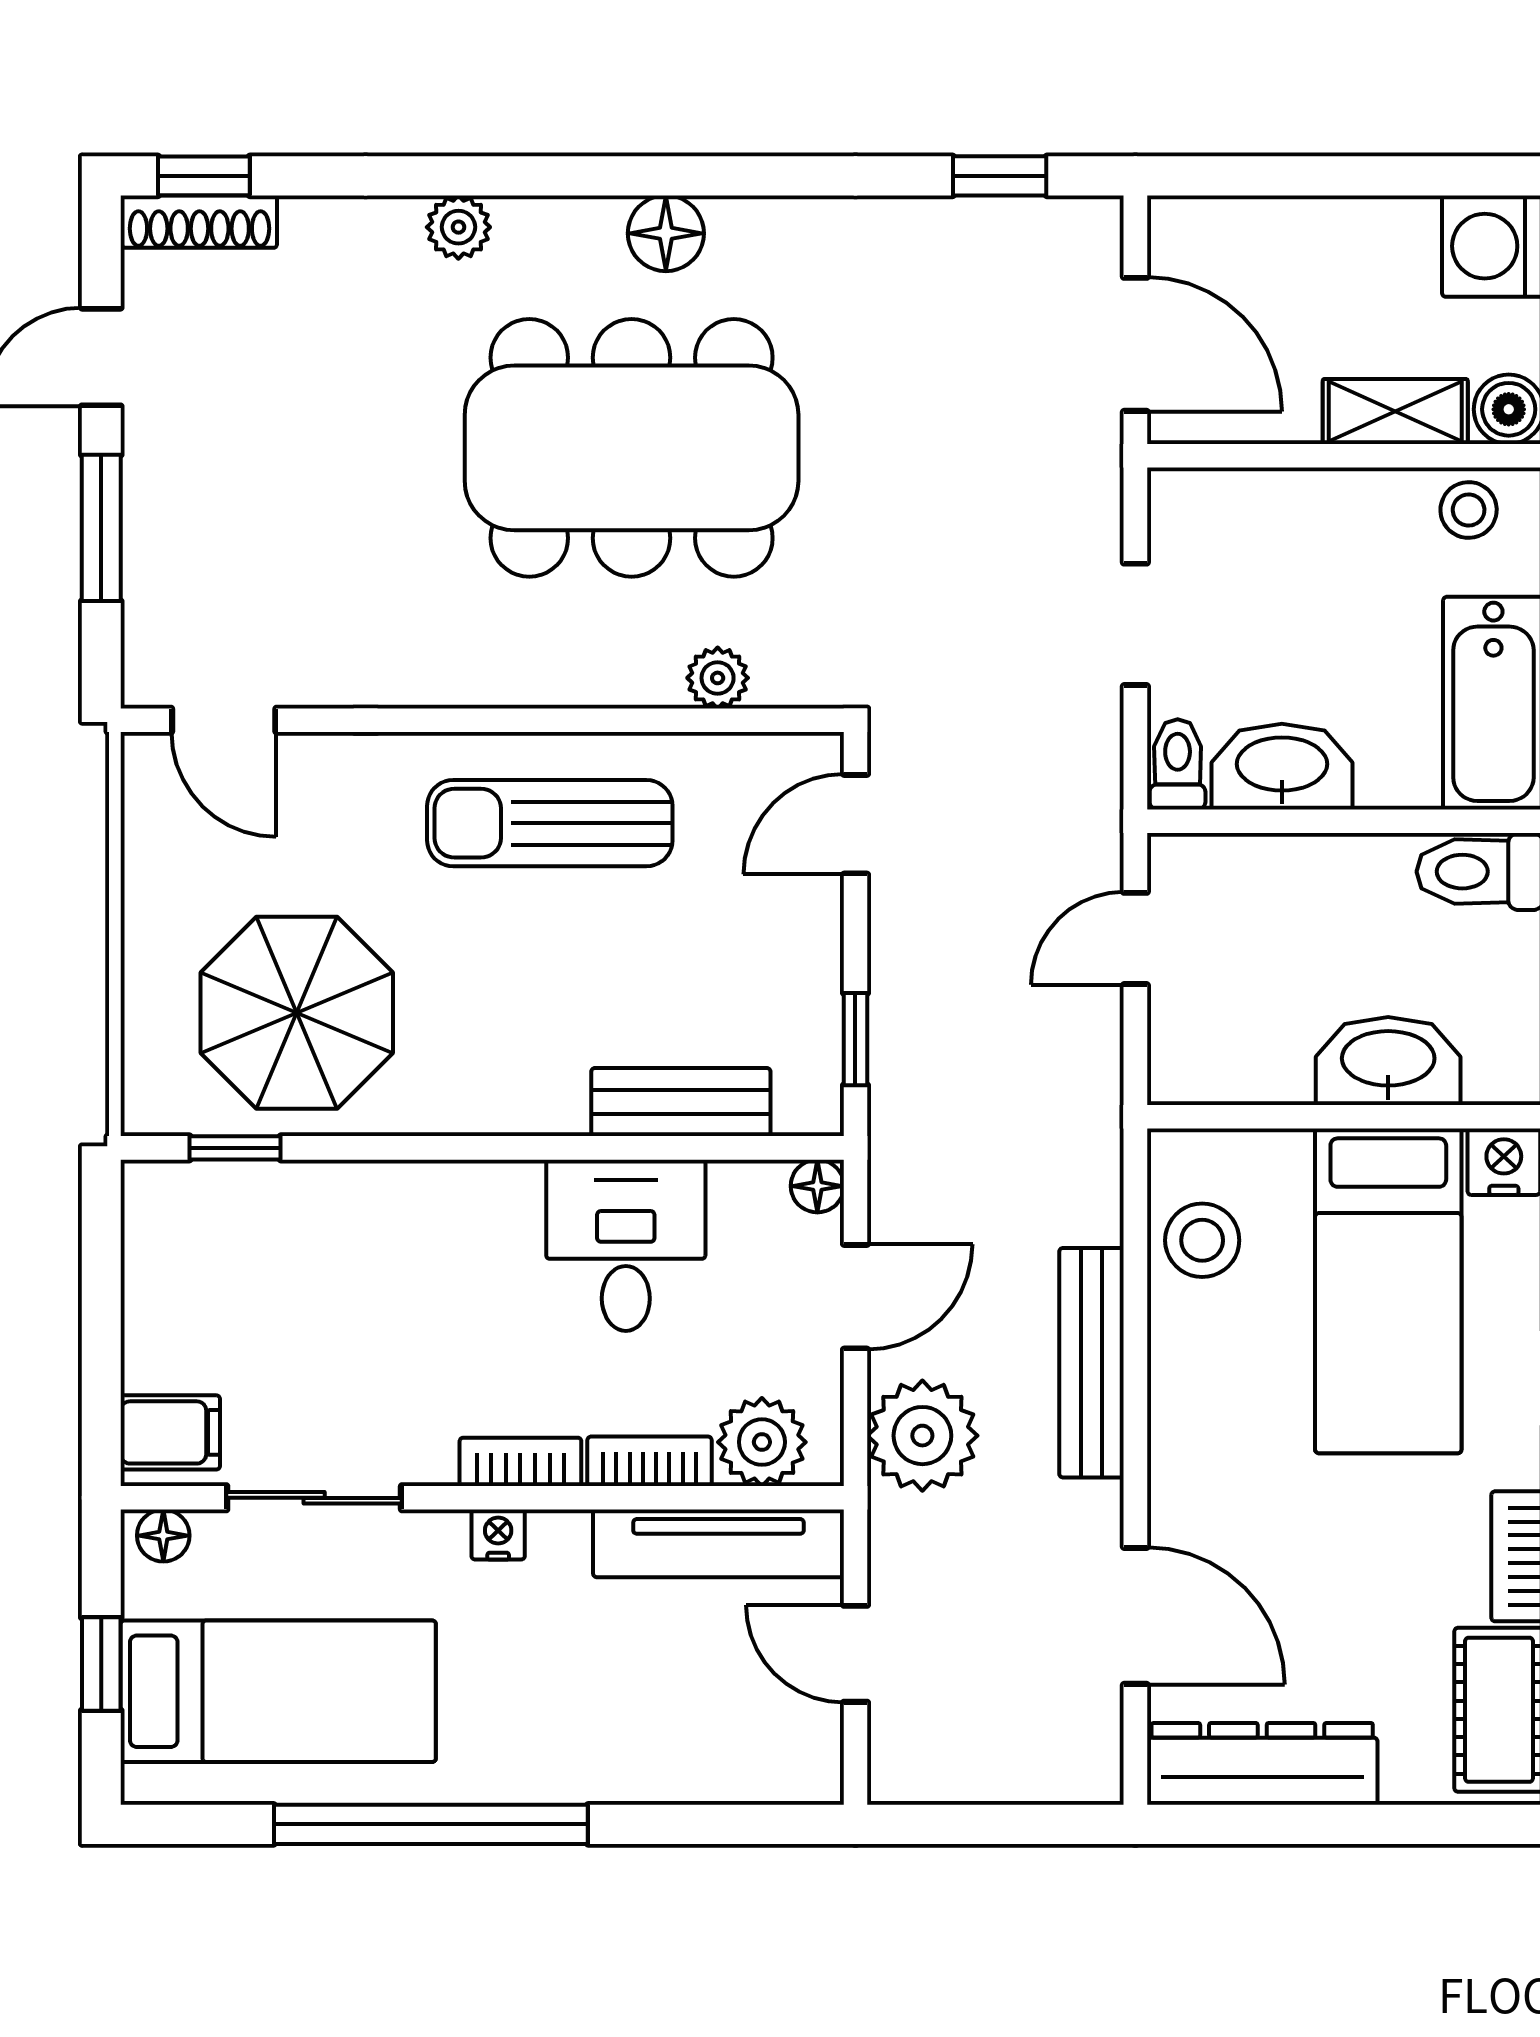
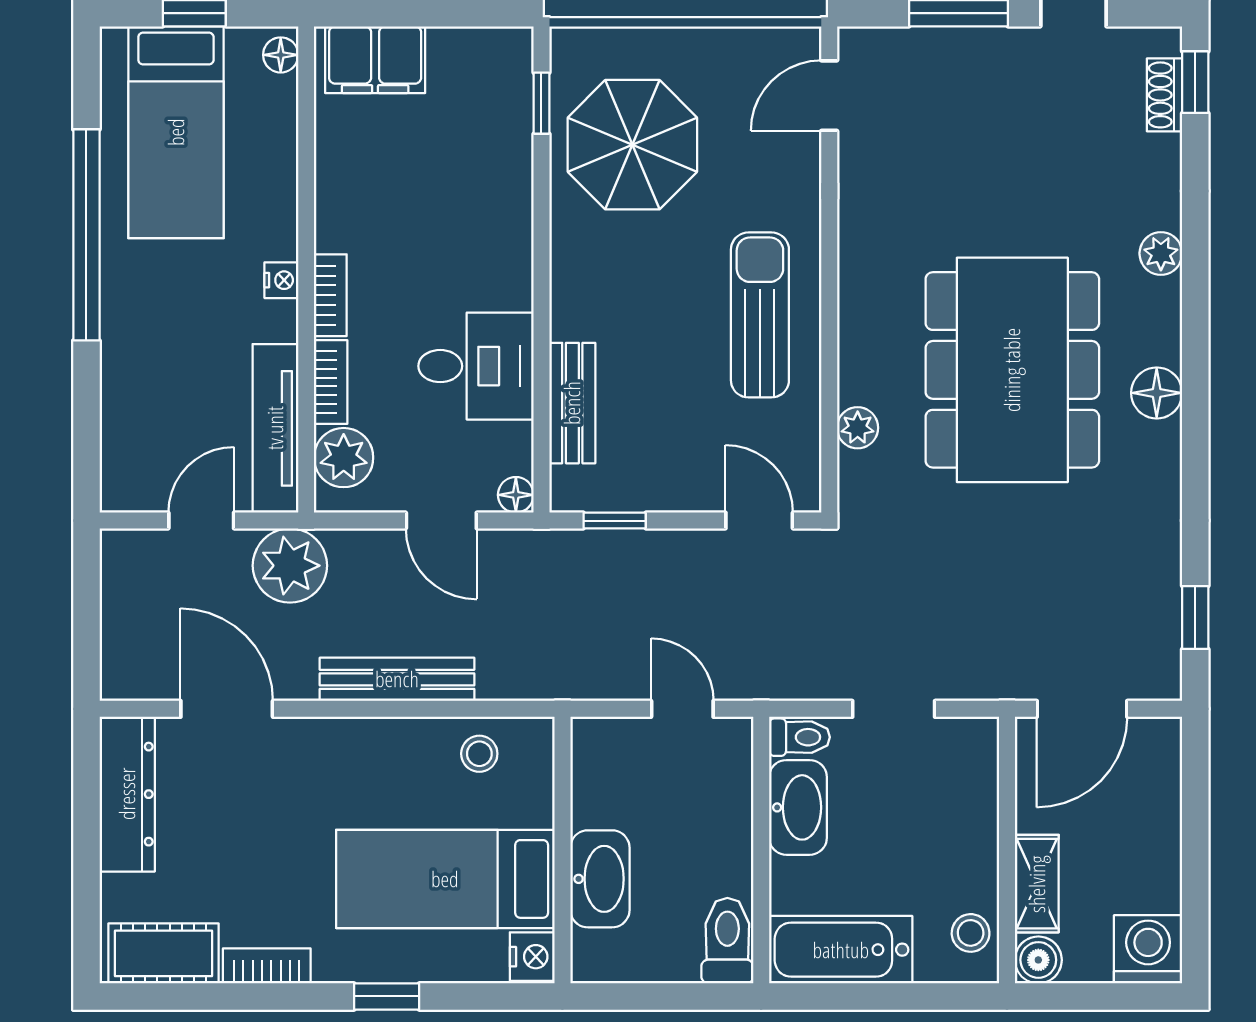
shoe rack: (199, 222) -> (1165, 95), width x0.70
stool: (1202, 1240) -> (479, 754), width x0.73, depth x0.73
filing cabinet: (170, 1432) -> (375, 60), width x2.00
plant: (922, 1436) -> (290, 566), moved
sliding door: (314, 1498) -> (306, 156), removed
door: (1135, 1616) -> (227, 709), swing flipped

